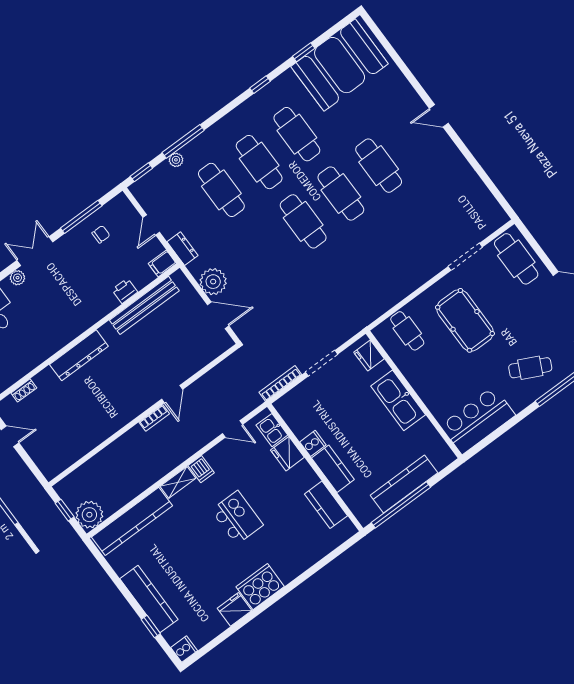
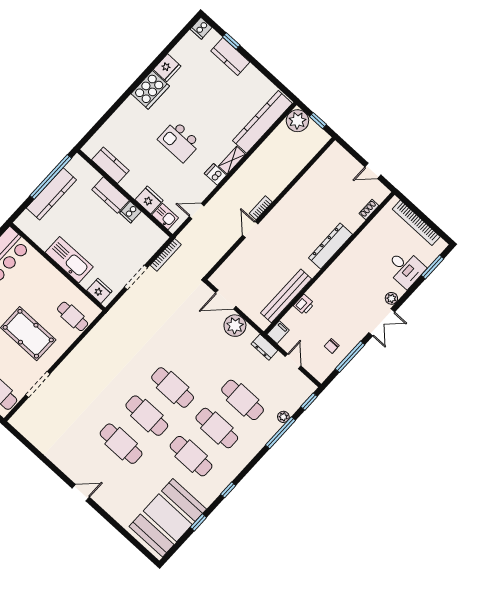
kitchen counter: (149, 599) -> (230, 56), width x0.67

